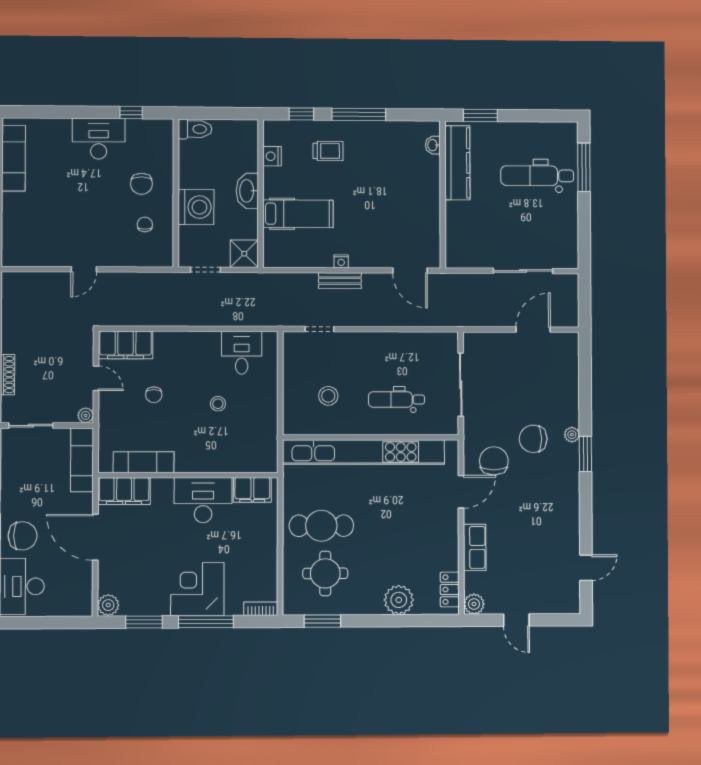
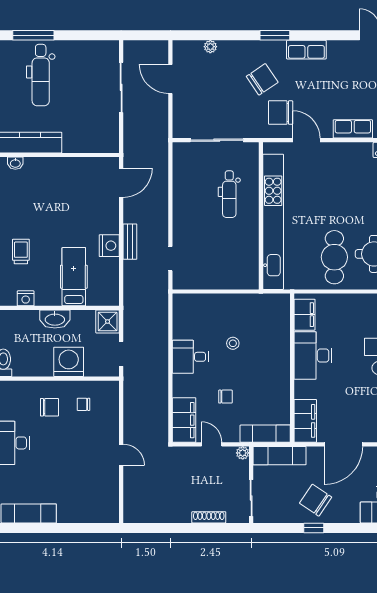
nightstand: (341, 261) -> (109, 246), width x1.89, depth x1.79
desk: (242, 353) -> (190, 357), moved
door: (96, 378) -> (212, 444), hinge flipped
stool: (328, 396) -> (226, 251), removed
plant: (572, 435) -> (210, 47), moved
chair: (533, 439) -> (262, 79), turned -124
exam couch: (144, 462) -> (265, 434), moved, turned 90
row of seats: (569, 492) -> (306, 50), added
chair: (23, 536) -> (316, 500), moved, turned -56

